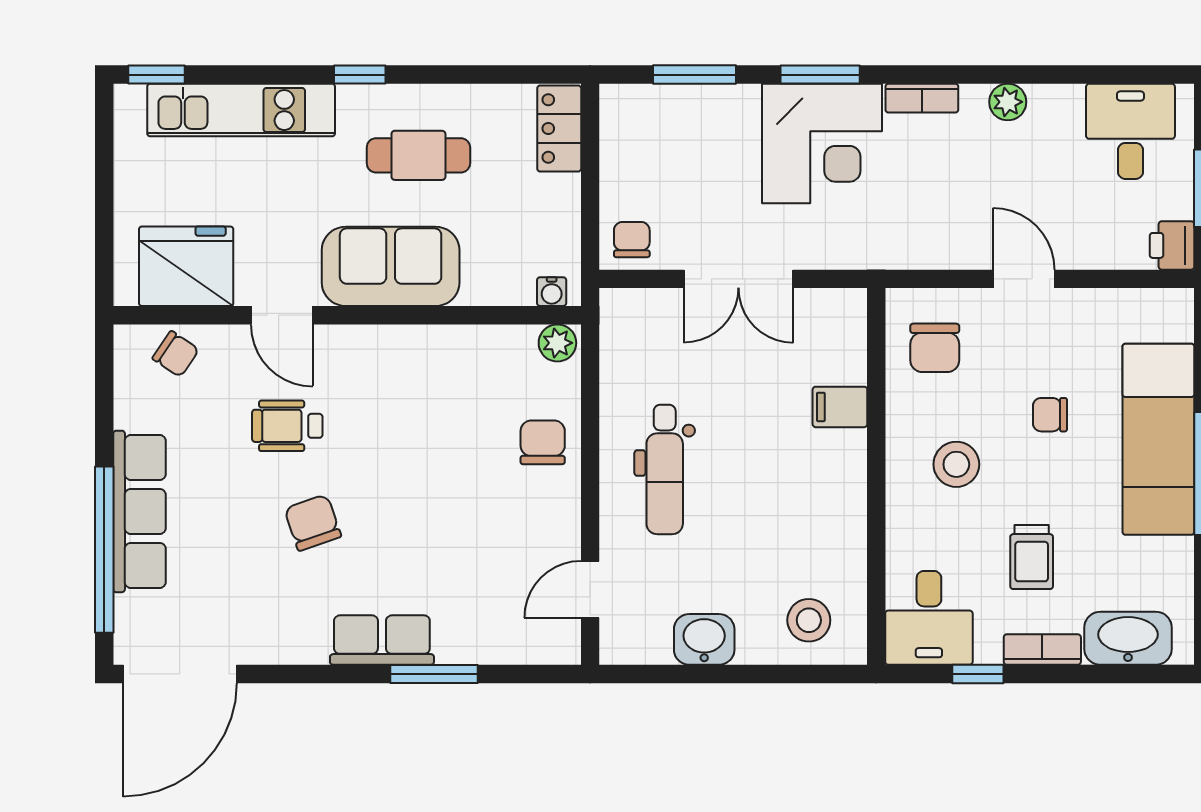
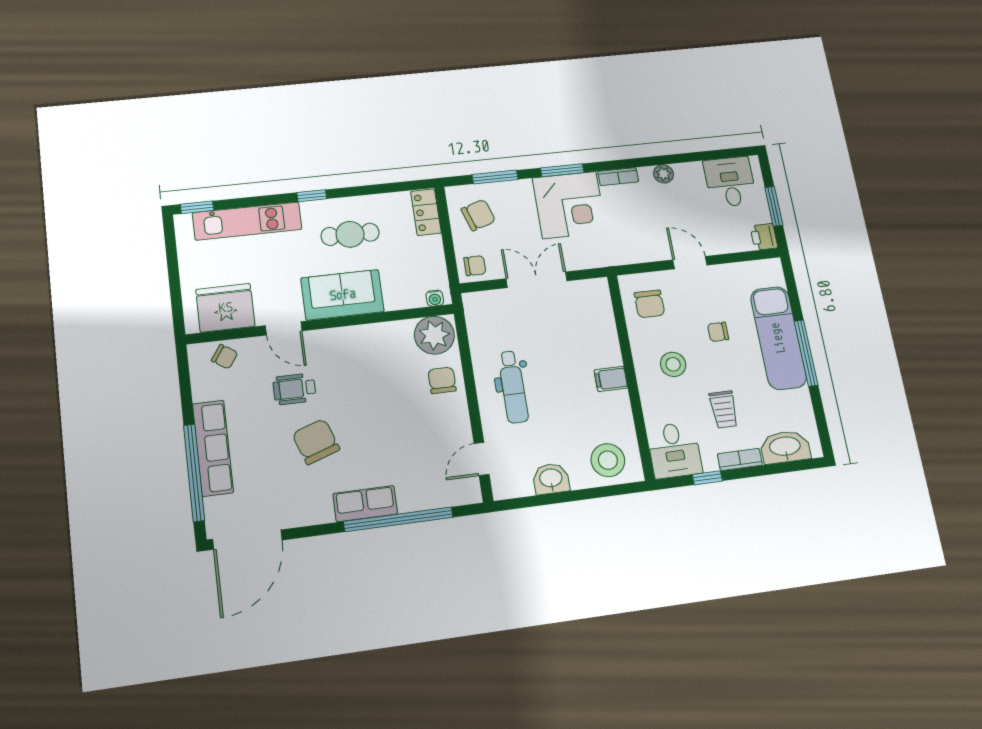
chair: (653, 144) -> (478, 215), added
chair: (632, 240) -> (475, 266), turned 90
double door: (738, 279) -> (537, 280), swing flipped
plant: (557, 343) -> (434, 335), width x1.88, depth x1.88
filing cabinet: (840, 407) -> (611, 379), moved
chair: (313, 523) -> (316, 442), width x1.37, depth x1.37
stool: (809, 620) -> (608, 460), width x1.38, depth x1.38
window: (434, 674) -> (398, 519), width x2.11

